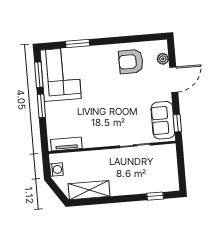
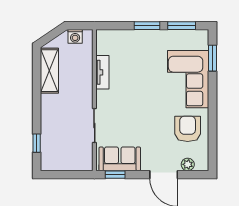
window: (78, 44) -> (212, 58), moved
corner sofa: (61, 74) -> (188, 79), moved, turned 90
tv unit: (66, 144) -> (102, 72), moved

